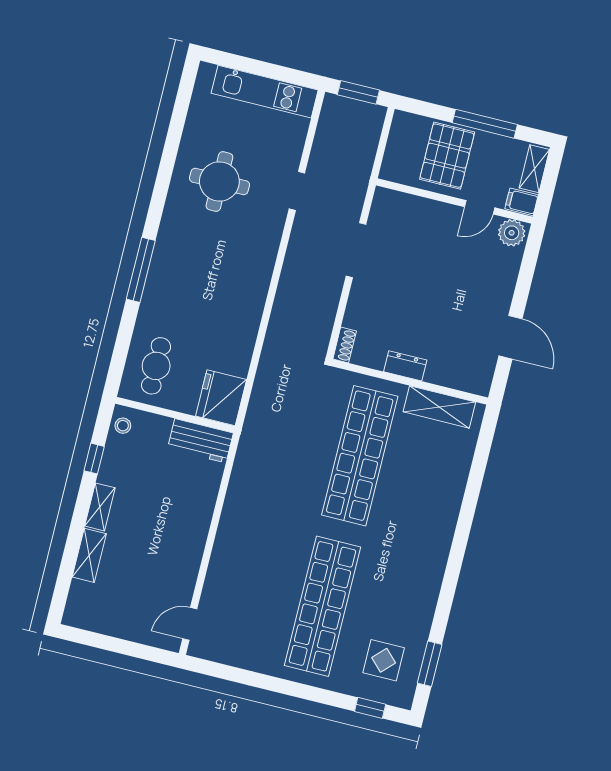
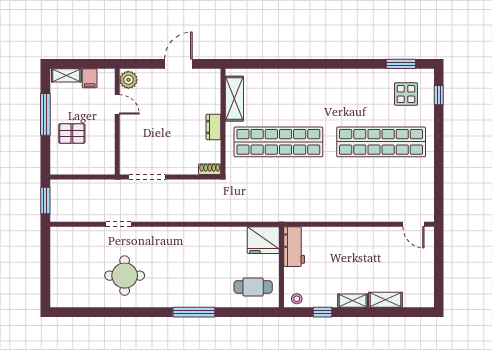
kitchen unit: (265, 92) -> (60, 261), removed
pallet: (447, 156) -> (72, 134), width x0.67, depth x0.71
wall: (454, 201) -> (117, 122), moved
door: (480, 207) -> (117, 104), moved
plant: (512, 233) -> (128, 80), moved

